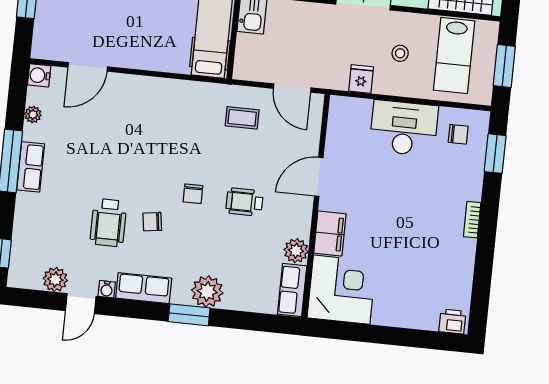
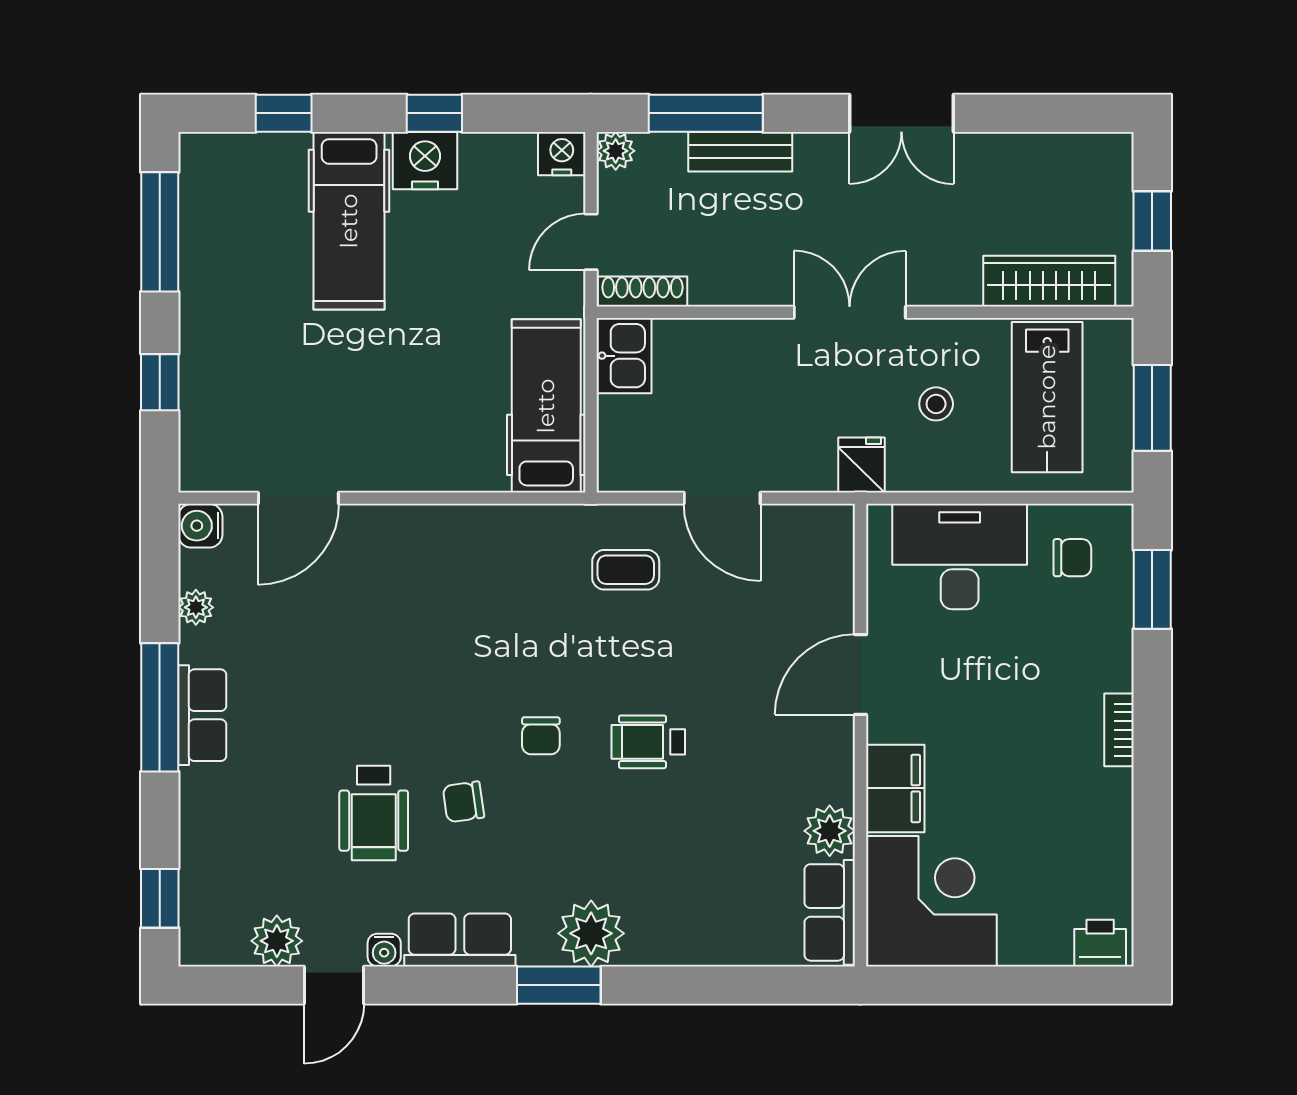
door: (319, 177) -> (860, 675), moved
wall: (316, 206) -> (860, 735), moved
filing cabinet: (330, 234) -> (895, 788), moved
plant: (296, 251) -> (830, 831), moved
row of seats: (292, 290) -> (830, 912), moved
corner desk: (342, 290) -> (931, 901), moved

